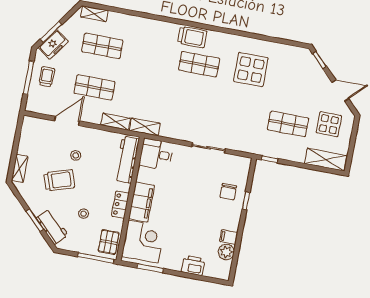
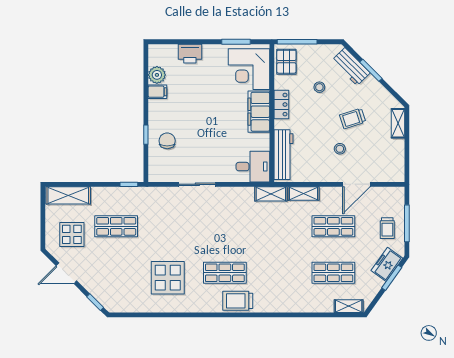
trolley: (59, 180) -> (353, 119), width x0.73, depth x0.72

